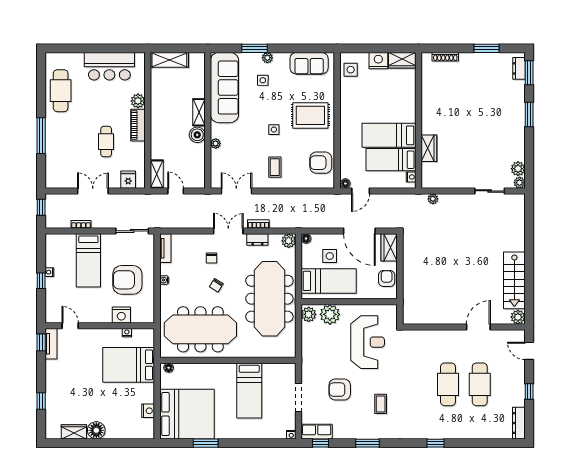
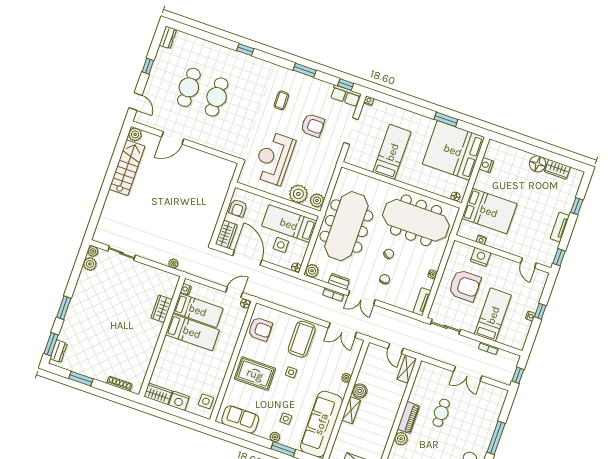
coffee table: (275, 167) -> (302, 339), width x1.86, depth x1.72
fridge: (128, 180) -> (433, 373), removed
tv unit: (51, 344) -> (560, 227), moved
dresser: (519, 423) -> (168, 37), width x0.70

